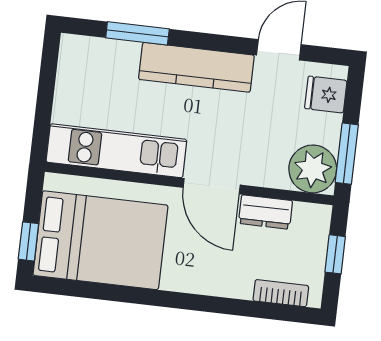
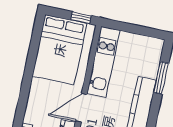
window: (28, 241) -> (81, 18), moved

